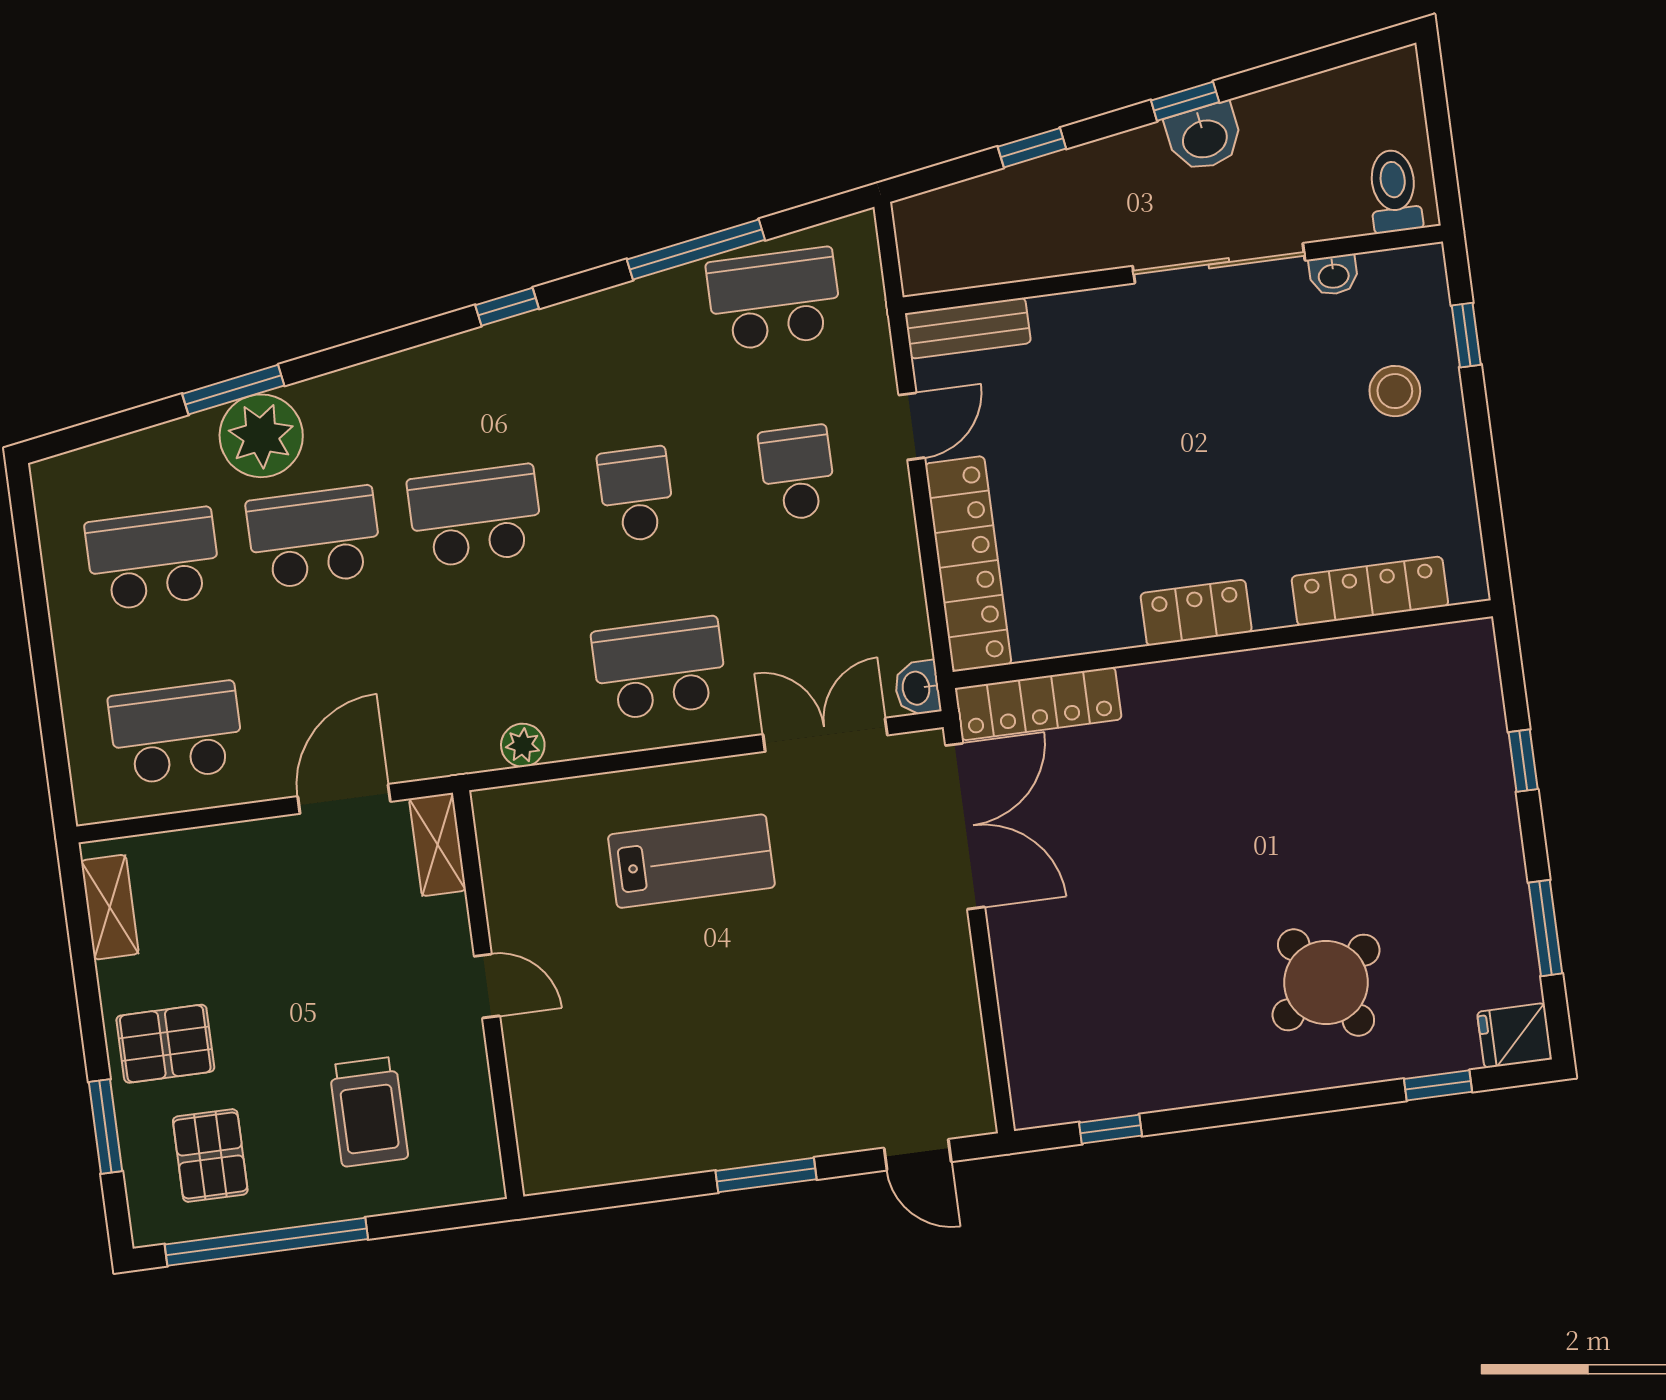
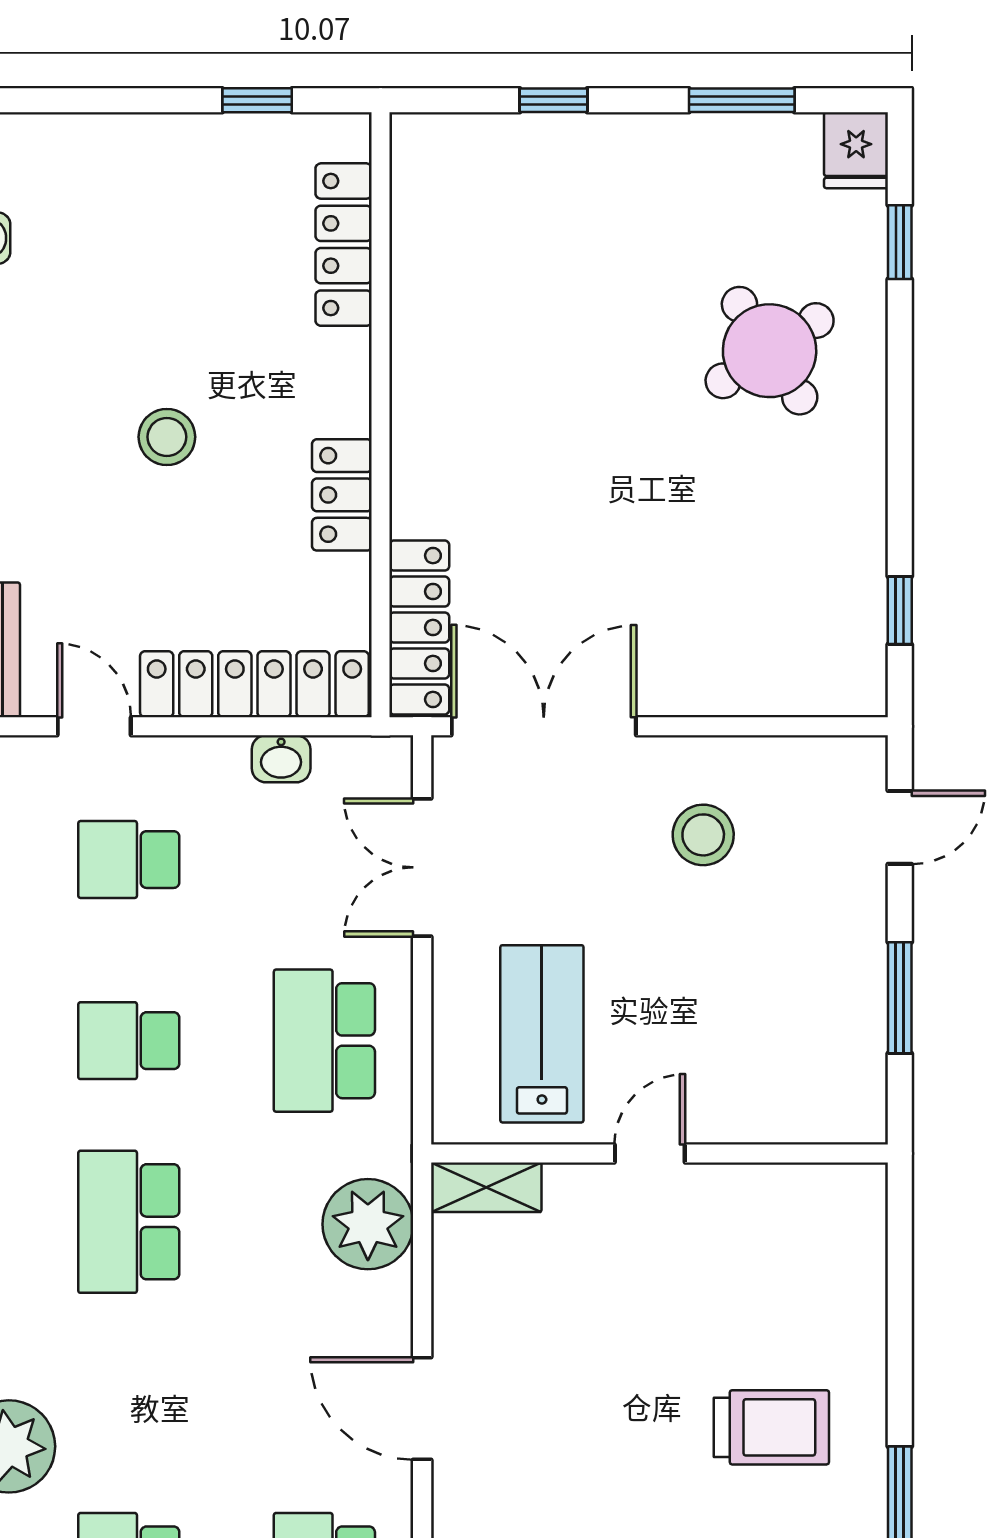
window: (1466, 335) -> (257, 100), moved
stool: (1395, 391) -> (167, 437), moved
school desk: (314, 537) -> (129, 1403), removed
locker: (1196, 613) -> (342, 495), moved
washbasin: (917, 688) -> (281, 759), moved
plant: (523, 745) -> (368, 1224), width x1.88, depth x1.88
shelving: (437, 845) -> (486, 1187), moved
stool: (887, 981) -> (703, 835), added
door: (487, 986) -> (650, 1154), moved
wall: (488, 995) -> (659, 1154), moved

